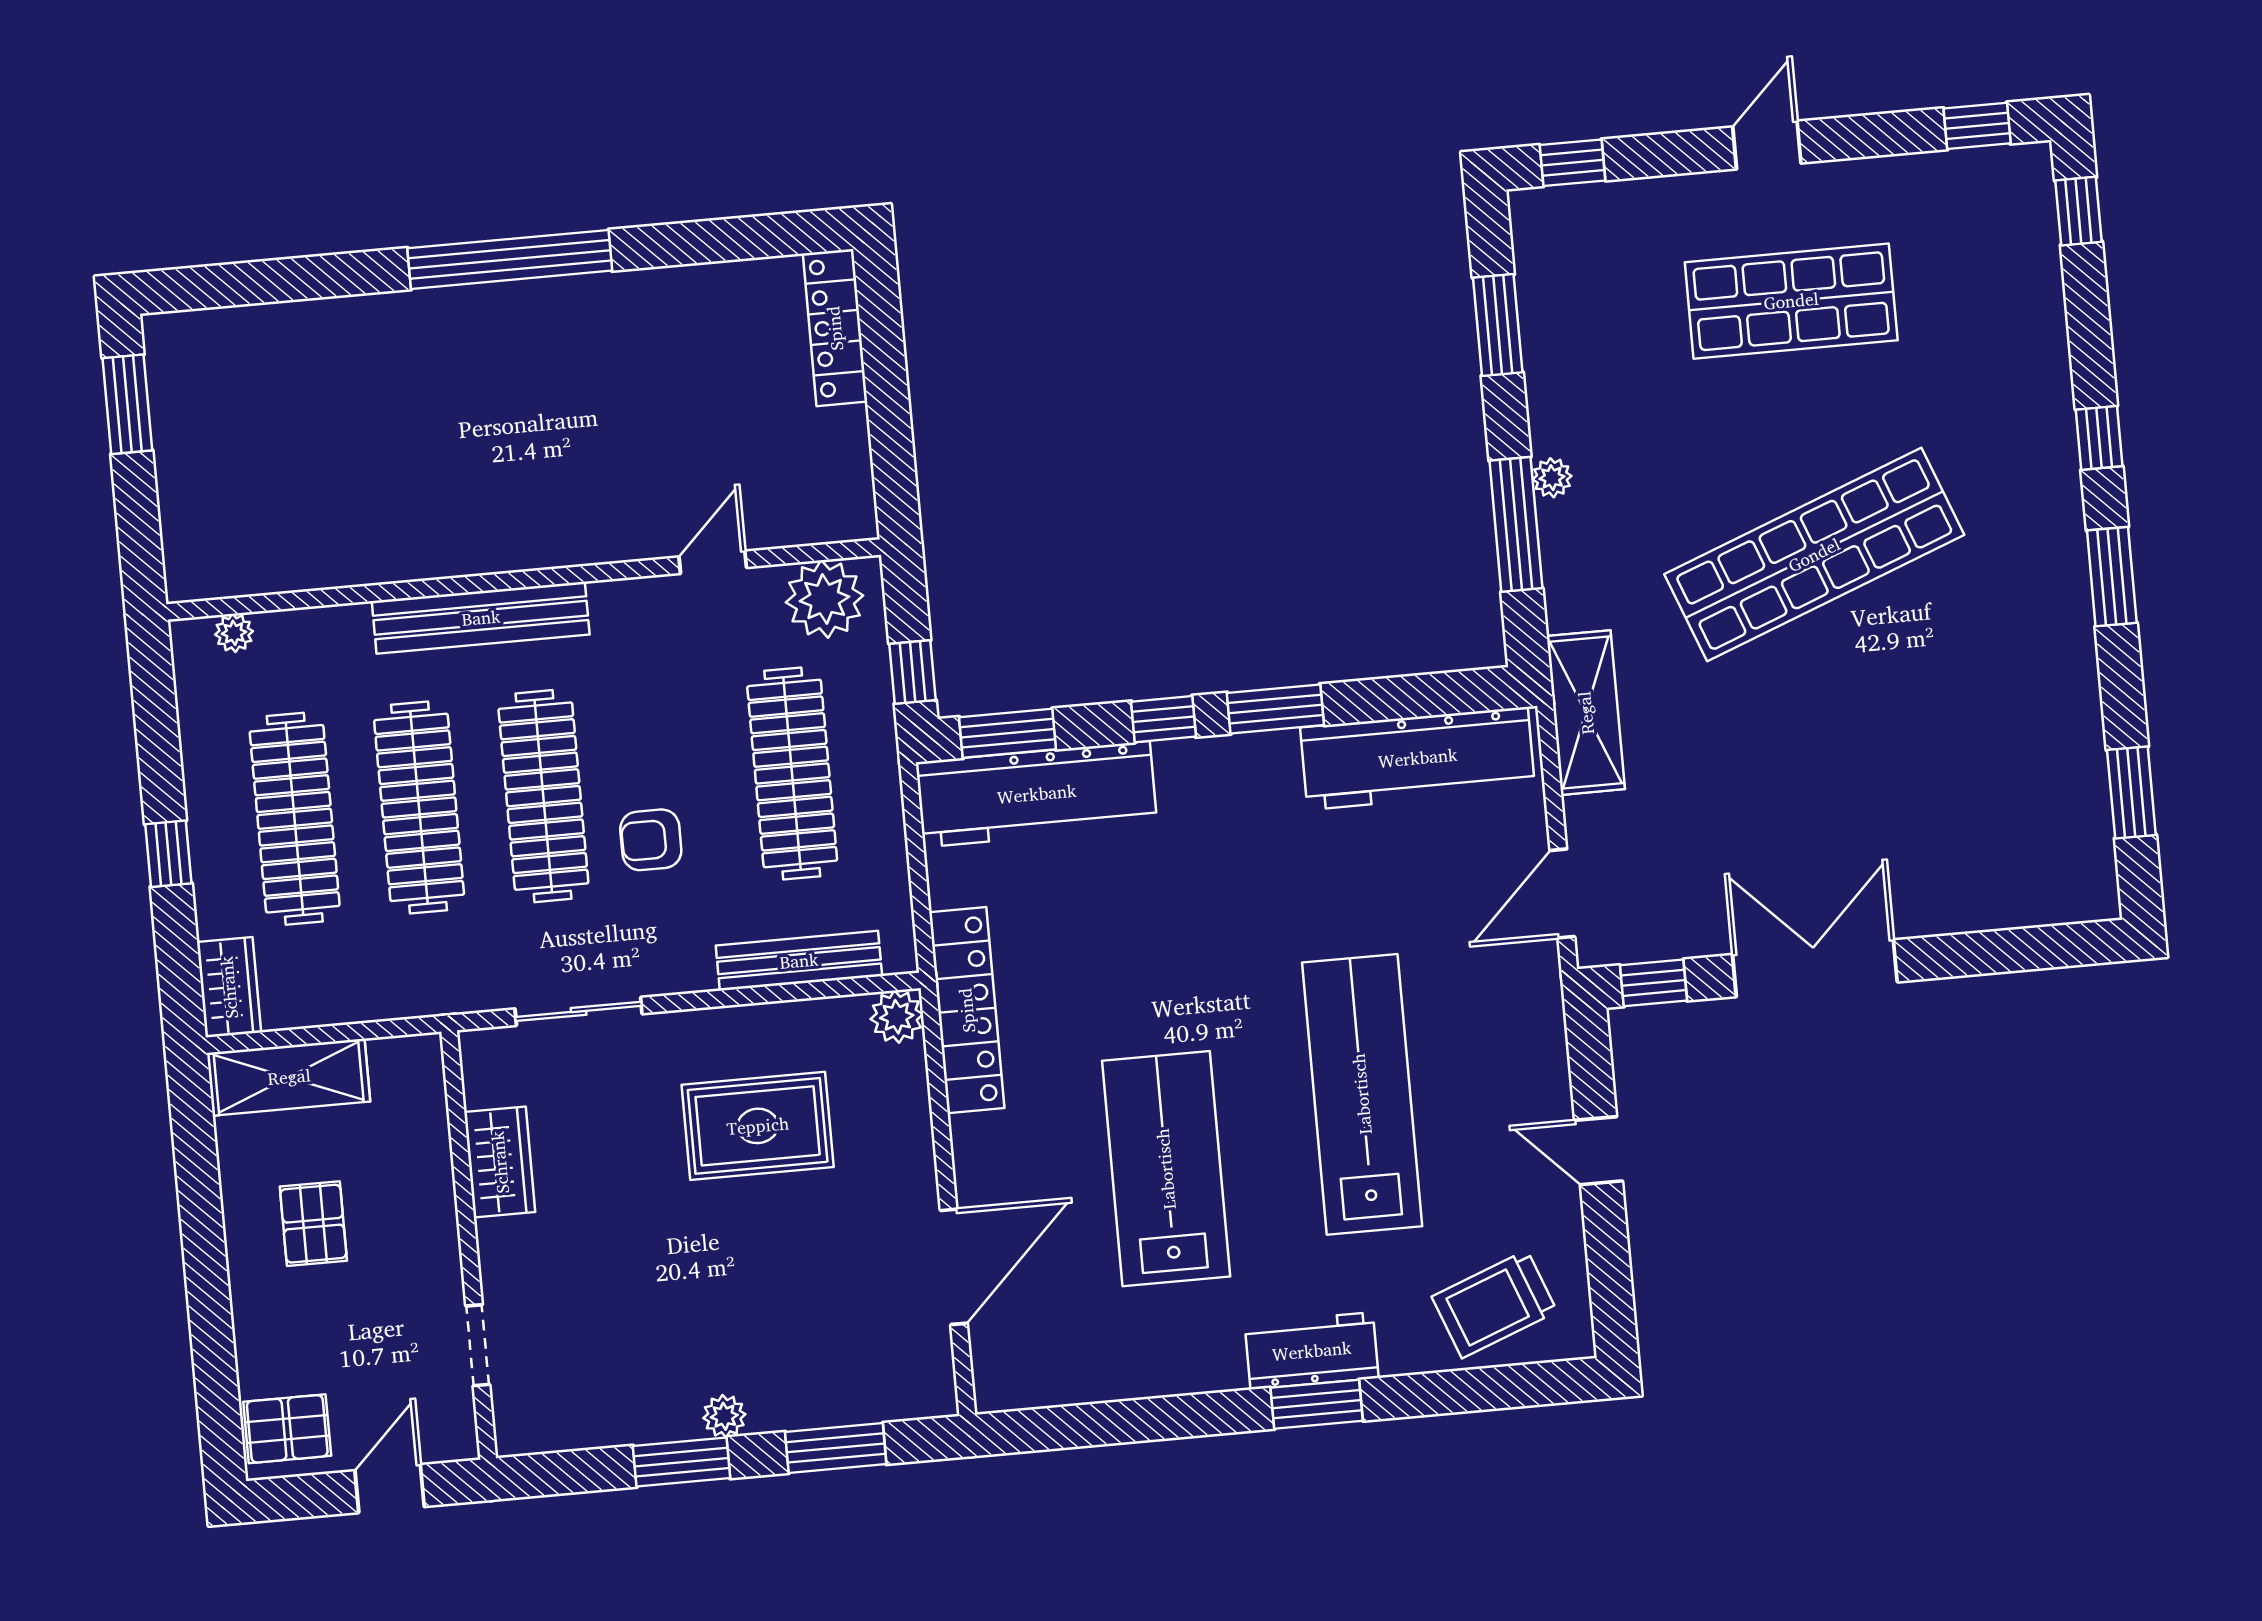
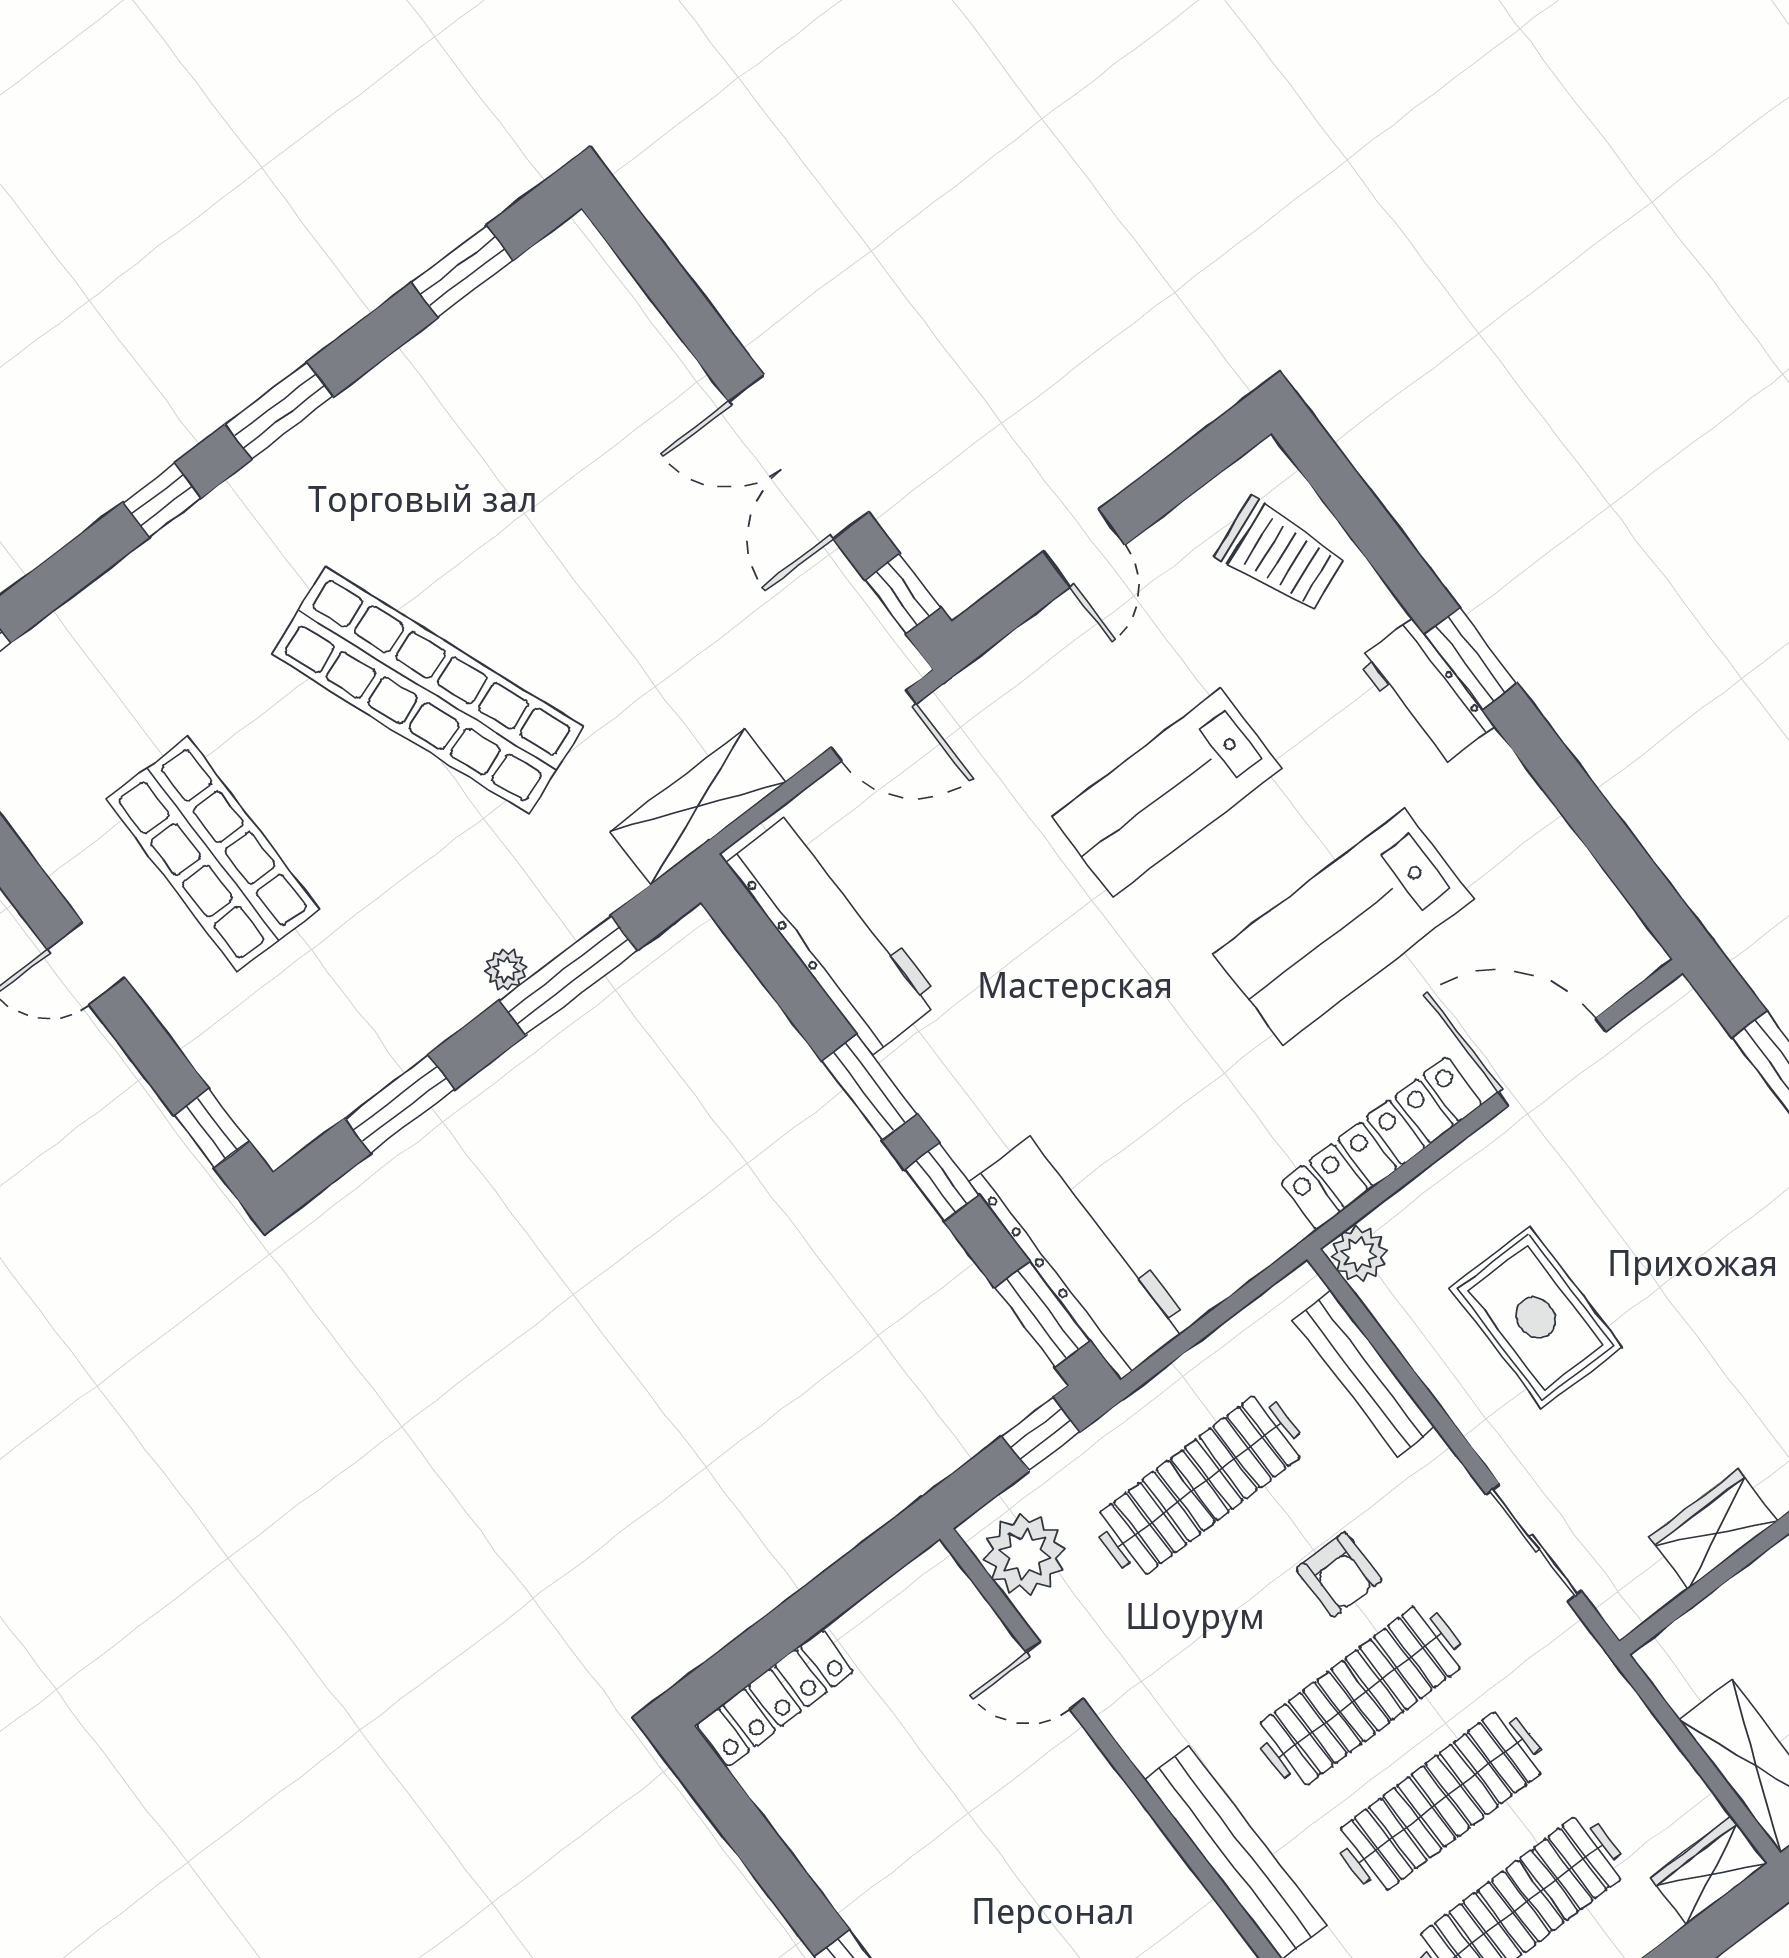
locker: (967, 1010) -> (1381, 1143), moved
lab bench: (1362, 1094) -> (1167, 792), width x0.73

